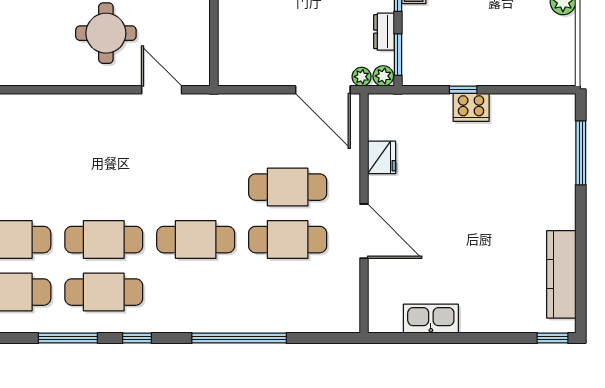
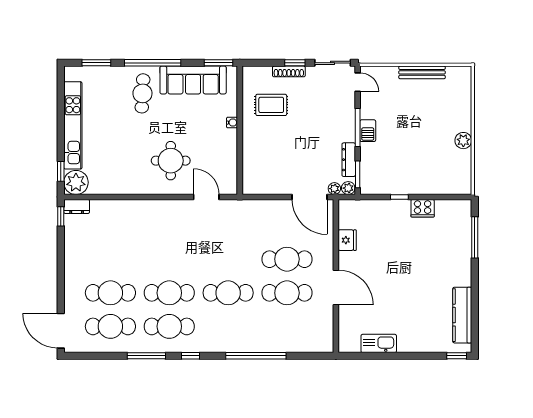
dresser: (384, 32) -> (349, 160), width x1.44
cooker: (471, 107) -> (423, 208), moved

